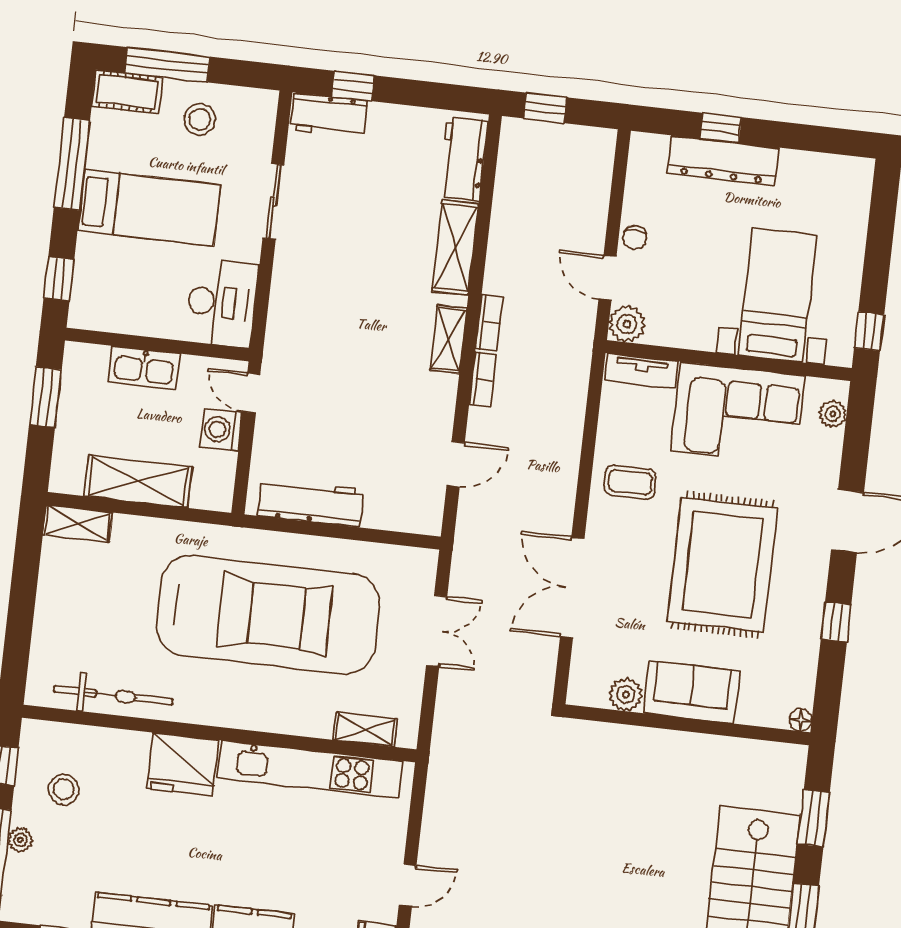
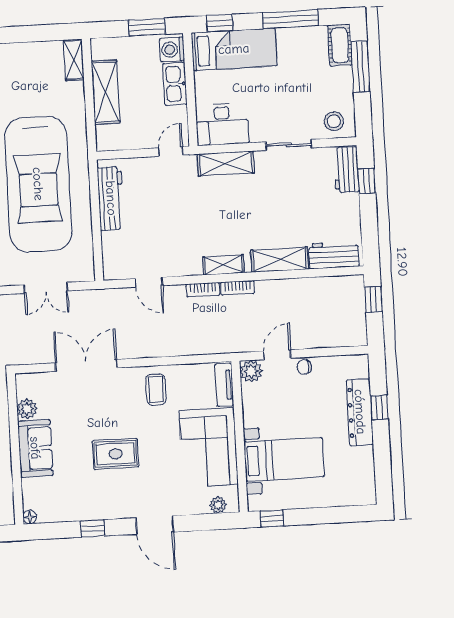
stool: (200, 119) -> (334, 121), moved
bed: (149, 208) -> (234, 49), moved, turned -90
shelving: (286, 308) -> (226, 164), added
washing machine: (221, 430) -> (172, 49), moved, turned -90
rug: (723, 565) -> (116, 454), width x0.54, depth x0.49

